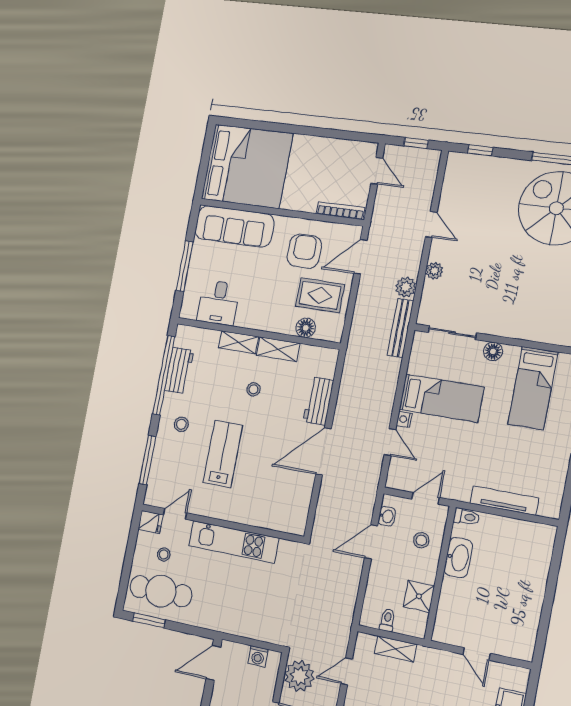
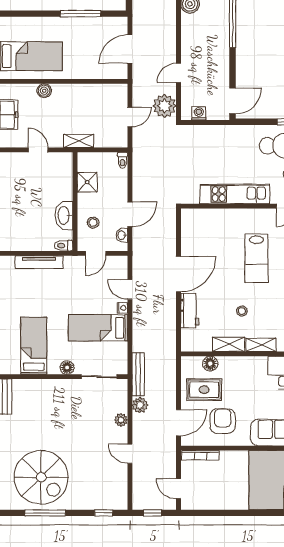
armchair: (304, 251) -> (223, 421), turned 180
toilet: (387, 620) -> (122, 160), moved
shelving: (396, 649) -> (79, 141), moved

